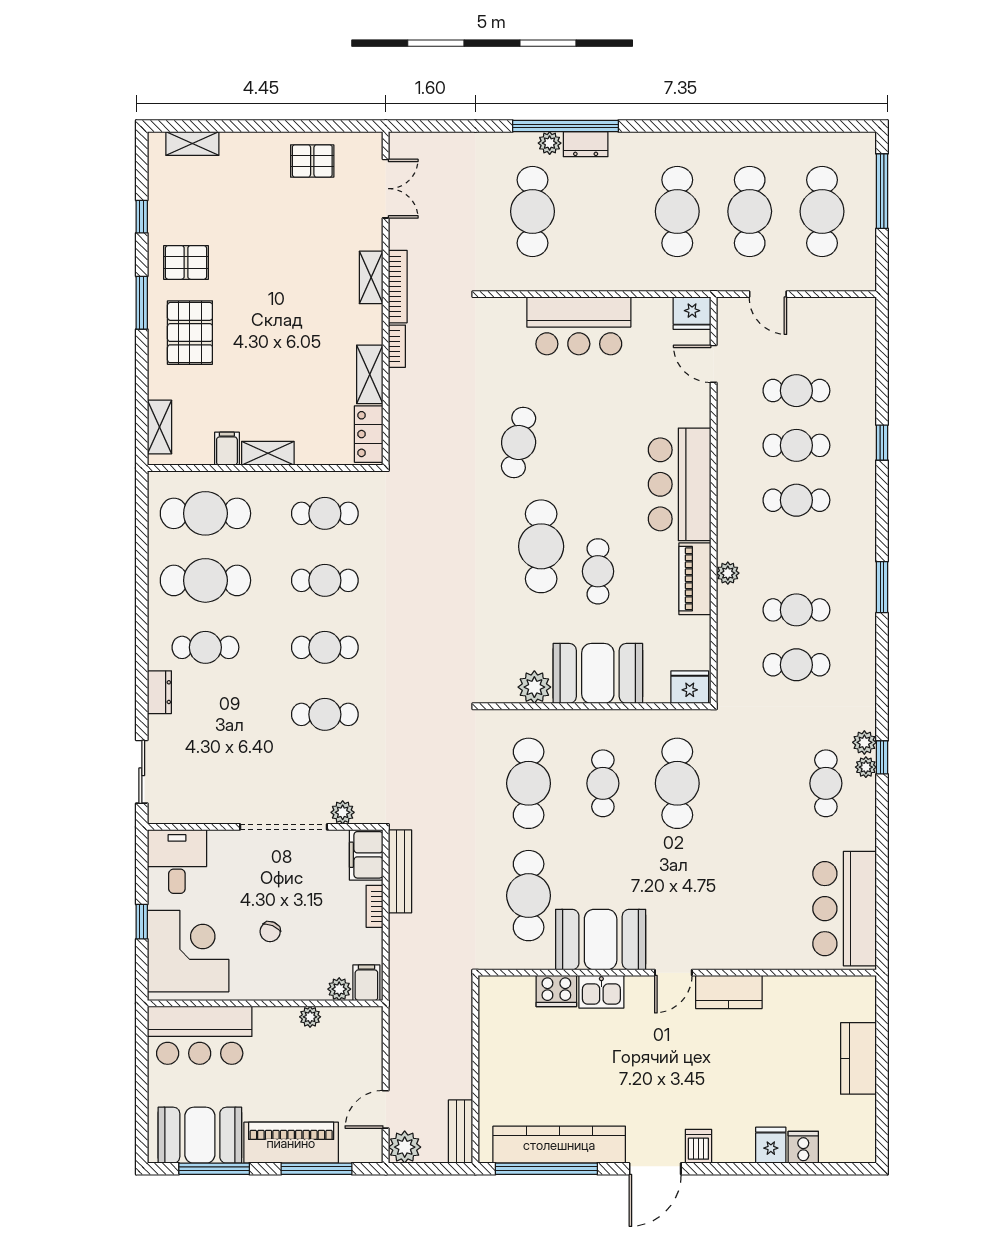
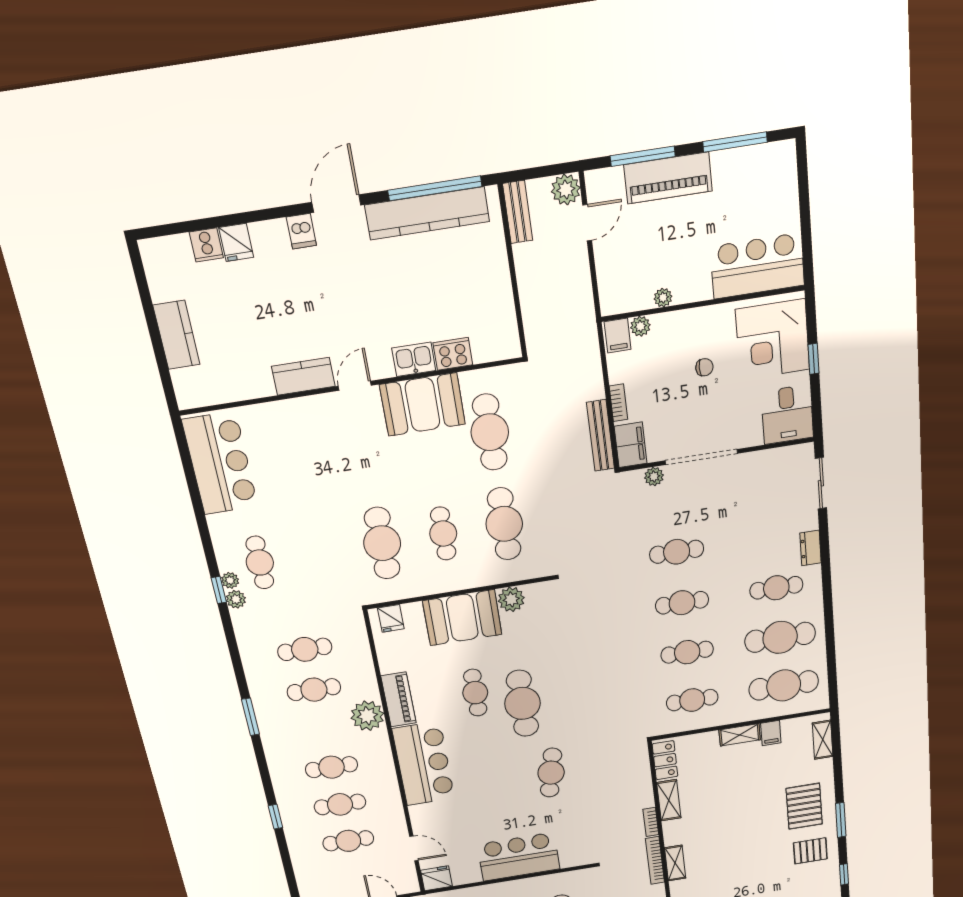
plant: (728, 573) -> (367, 716), width x1.88, depth x1.88
fridge: (690, 687) -> (391, 618), width x0.72
chair: (270, 932) -> (704, 367), turned 67
booth: (200, 1135) -> (750, 173), removed

